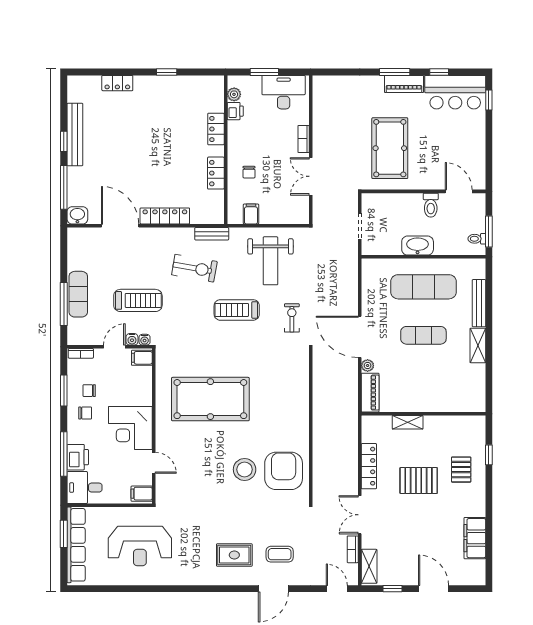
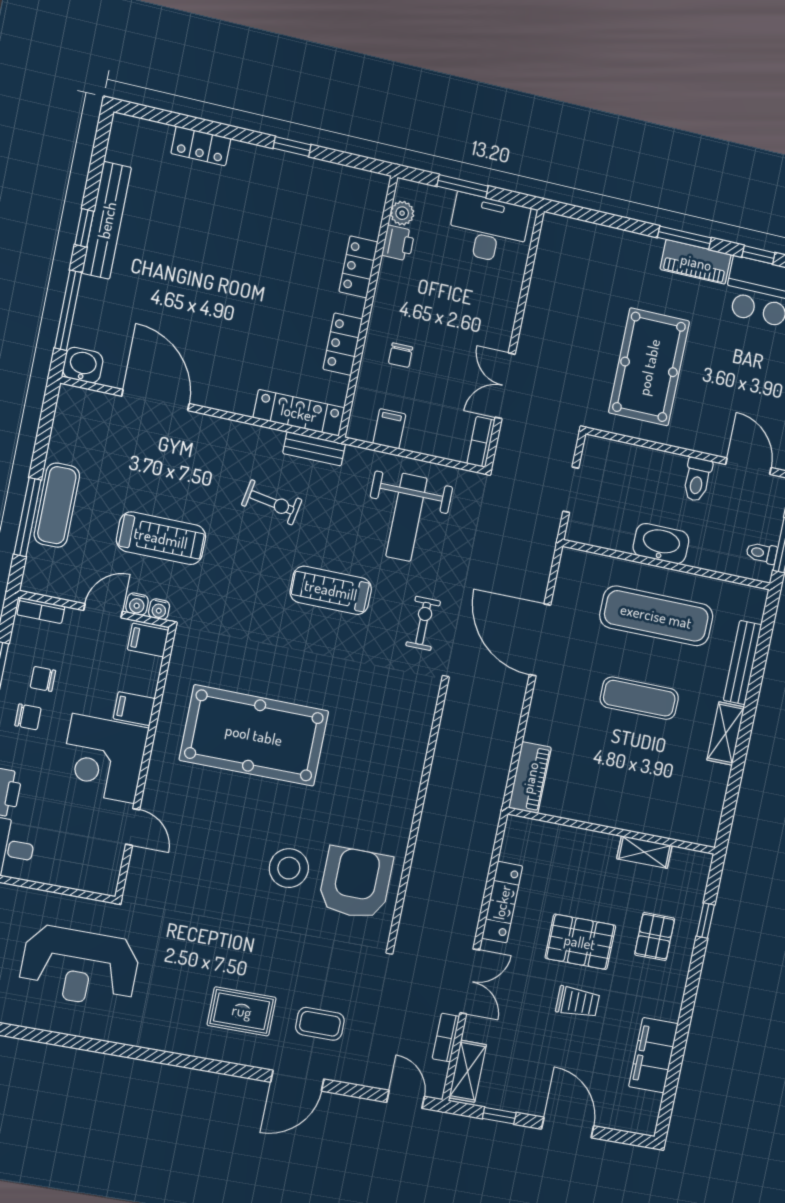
bookcase: (304, 139) -> (481, 442), moved
locker: (165, 216) -> (299, 413), moved
exercise bike: (194, 268) -> (272, 502), width x0.73, depth x0.72
door: (360, 337) -> (540, 640), moved
plant: (368, 365) -> (535, 731), removed
shelving: (408, 422) -> (644, 852), moved
filing cabinet: (142, 494) -> (134, 709), moved
double door: (360, 515) -> (470, 981), swing flipped
trolley: (424, 515) -> (578, 1002), added

